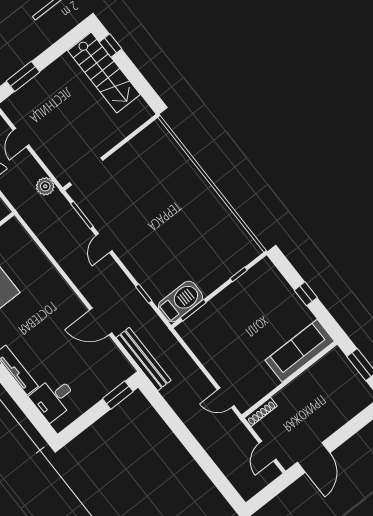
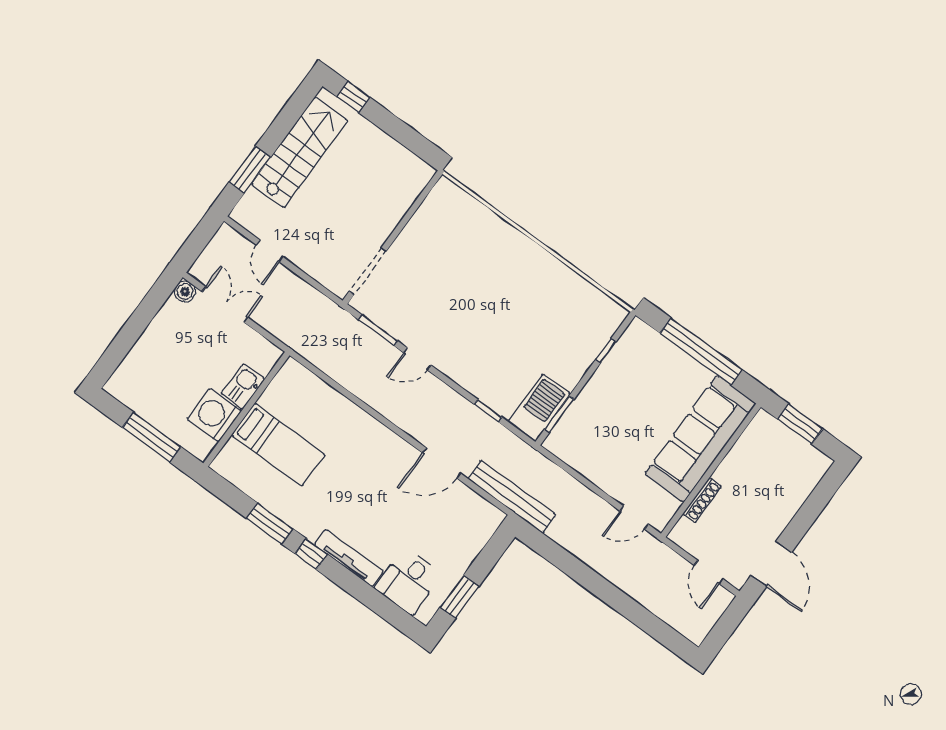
stairs: (104, 73) -> (300, 152), moved, turned -90
plant: (45, 186) -> (319, 306), removed
door: (104, 243) -> (417, 359), hinge flipped
window: (306, 294) -> (701, 351), width x3.17
sofa: (300, 351) -> (700, 439), width x1.36, depth x1.27
window: (118, 395) -> (460, 597), moved
shoe rack: (261, 412) -> (702, 500), moved

